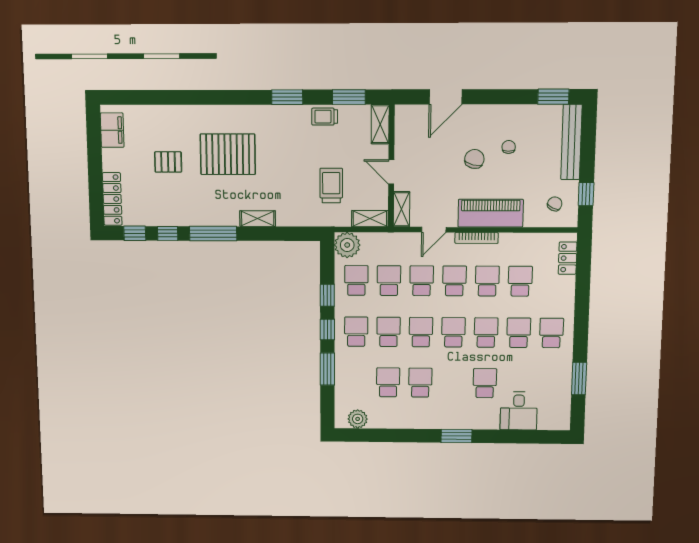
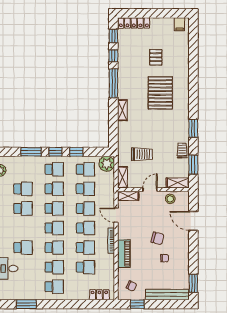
filing cabinet: (112, 130) -> (179, 24), width x0.50
stool: (407, 137) -> (170, 199), added
piano: (491, 213) -> (124, 254), width x0.73, depth x0.75

